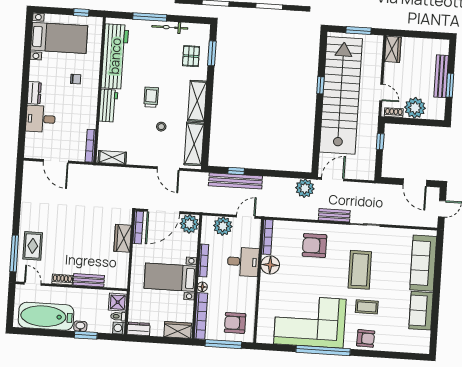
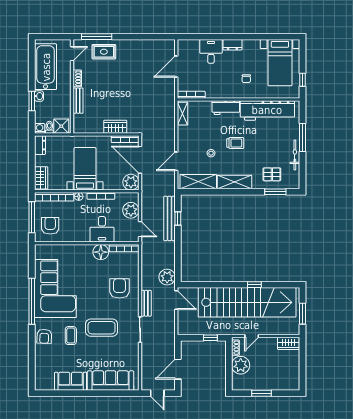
bench: (441, 76) -> (269, 385), removed

